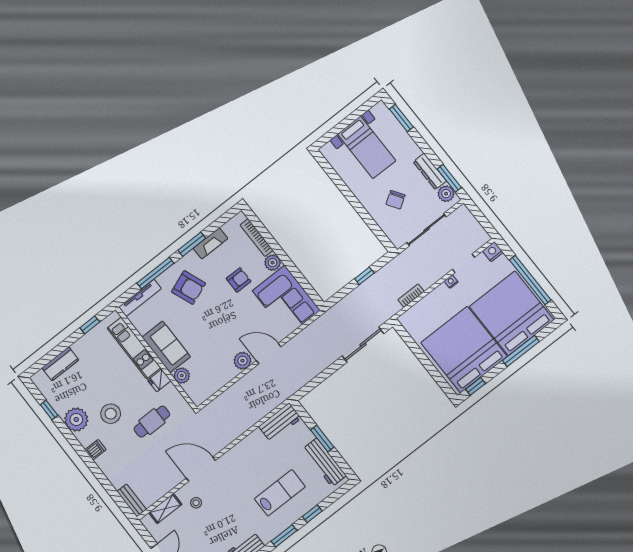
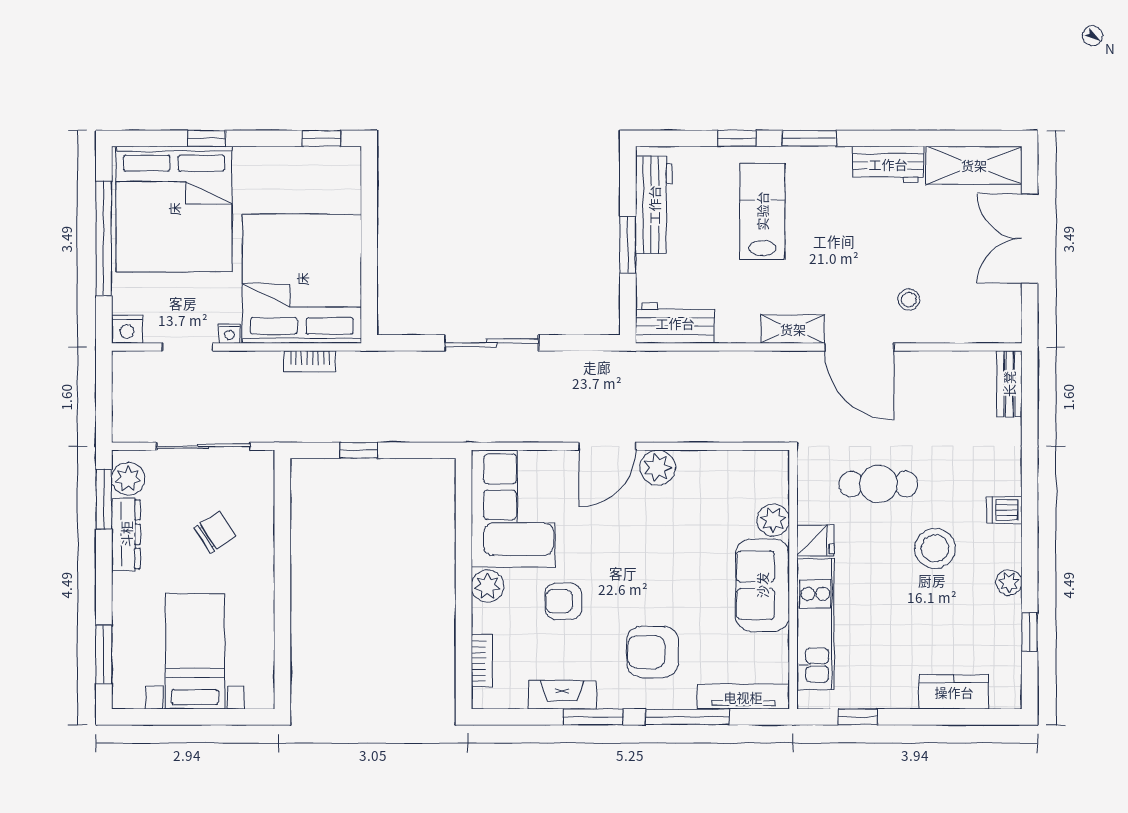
bookcase: (257, 238) -> (482, 661), width x0.64
armchair: (189, 288) -> (653, 652), turned -69
sliding door: (363, 345) -> (492, 343), moved
bed: (464, 350) -> (302, 279), moved, turned 180
window: (521, 351) -> (206, 138), width x0.46
door: (269, 354) -> (607, 446), hinge flipped
plant: (76, 419) -> (1009, 582), width x0.53, depth x0.53
lab bench: (280, 493) -> (762, 211), turned 90
shelving: (165, 508) -> (793, 329), moved

